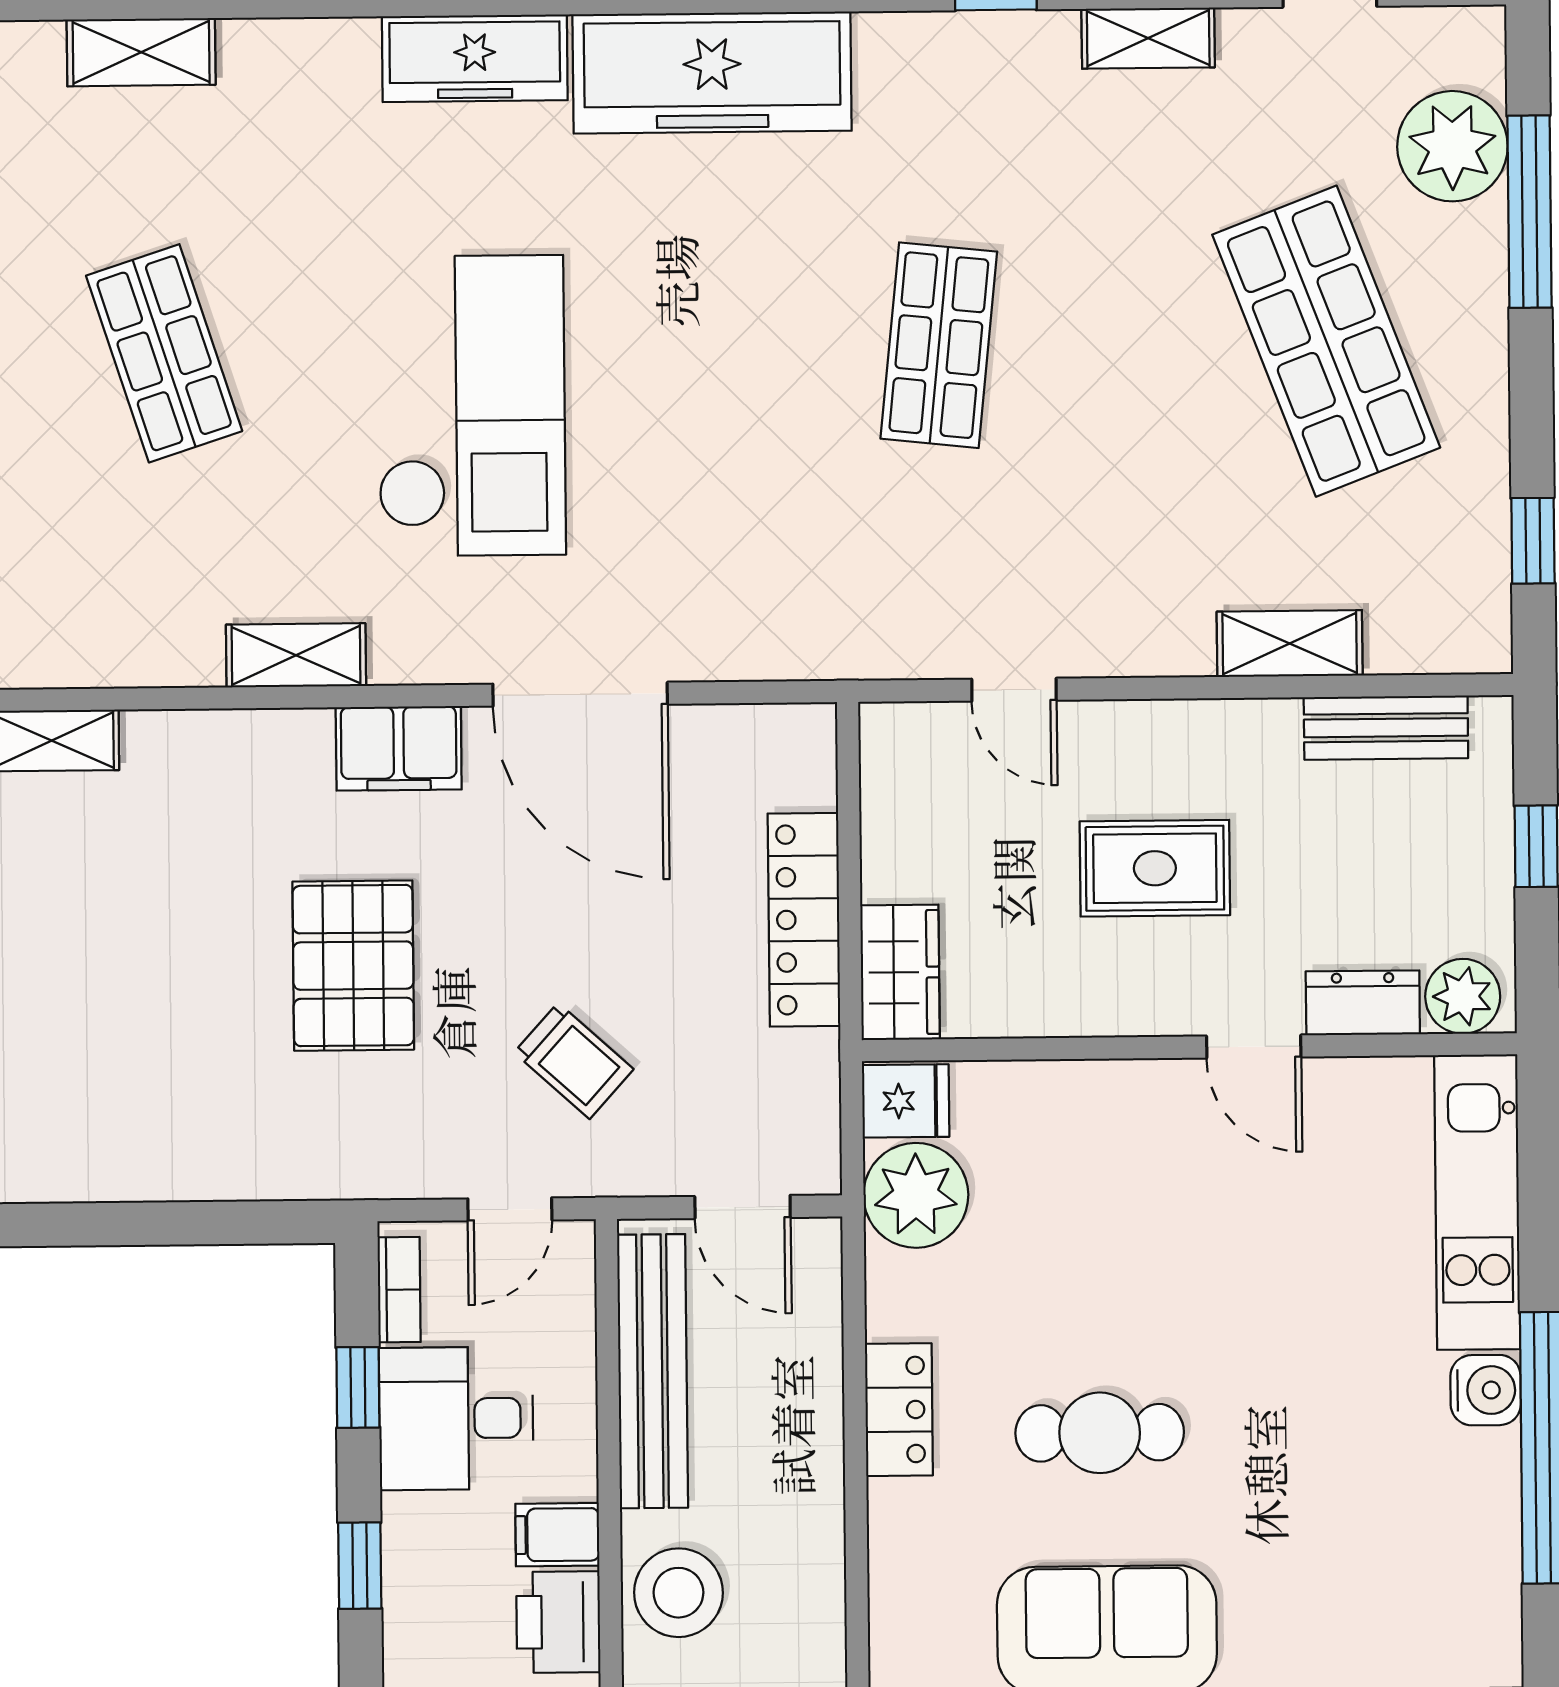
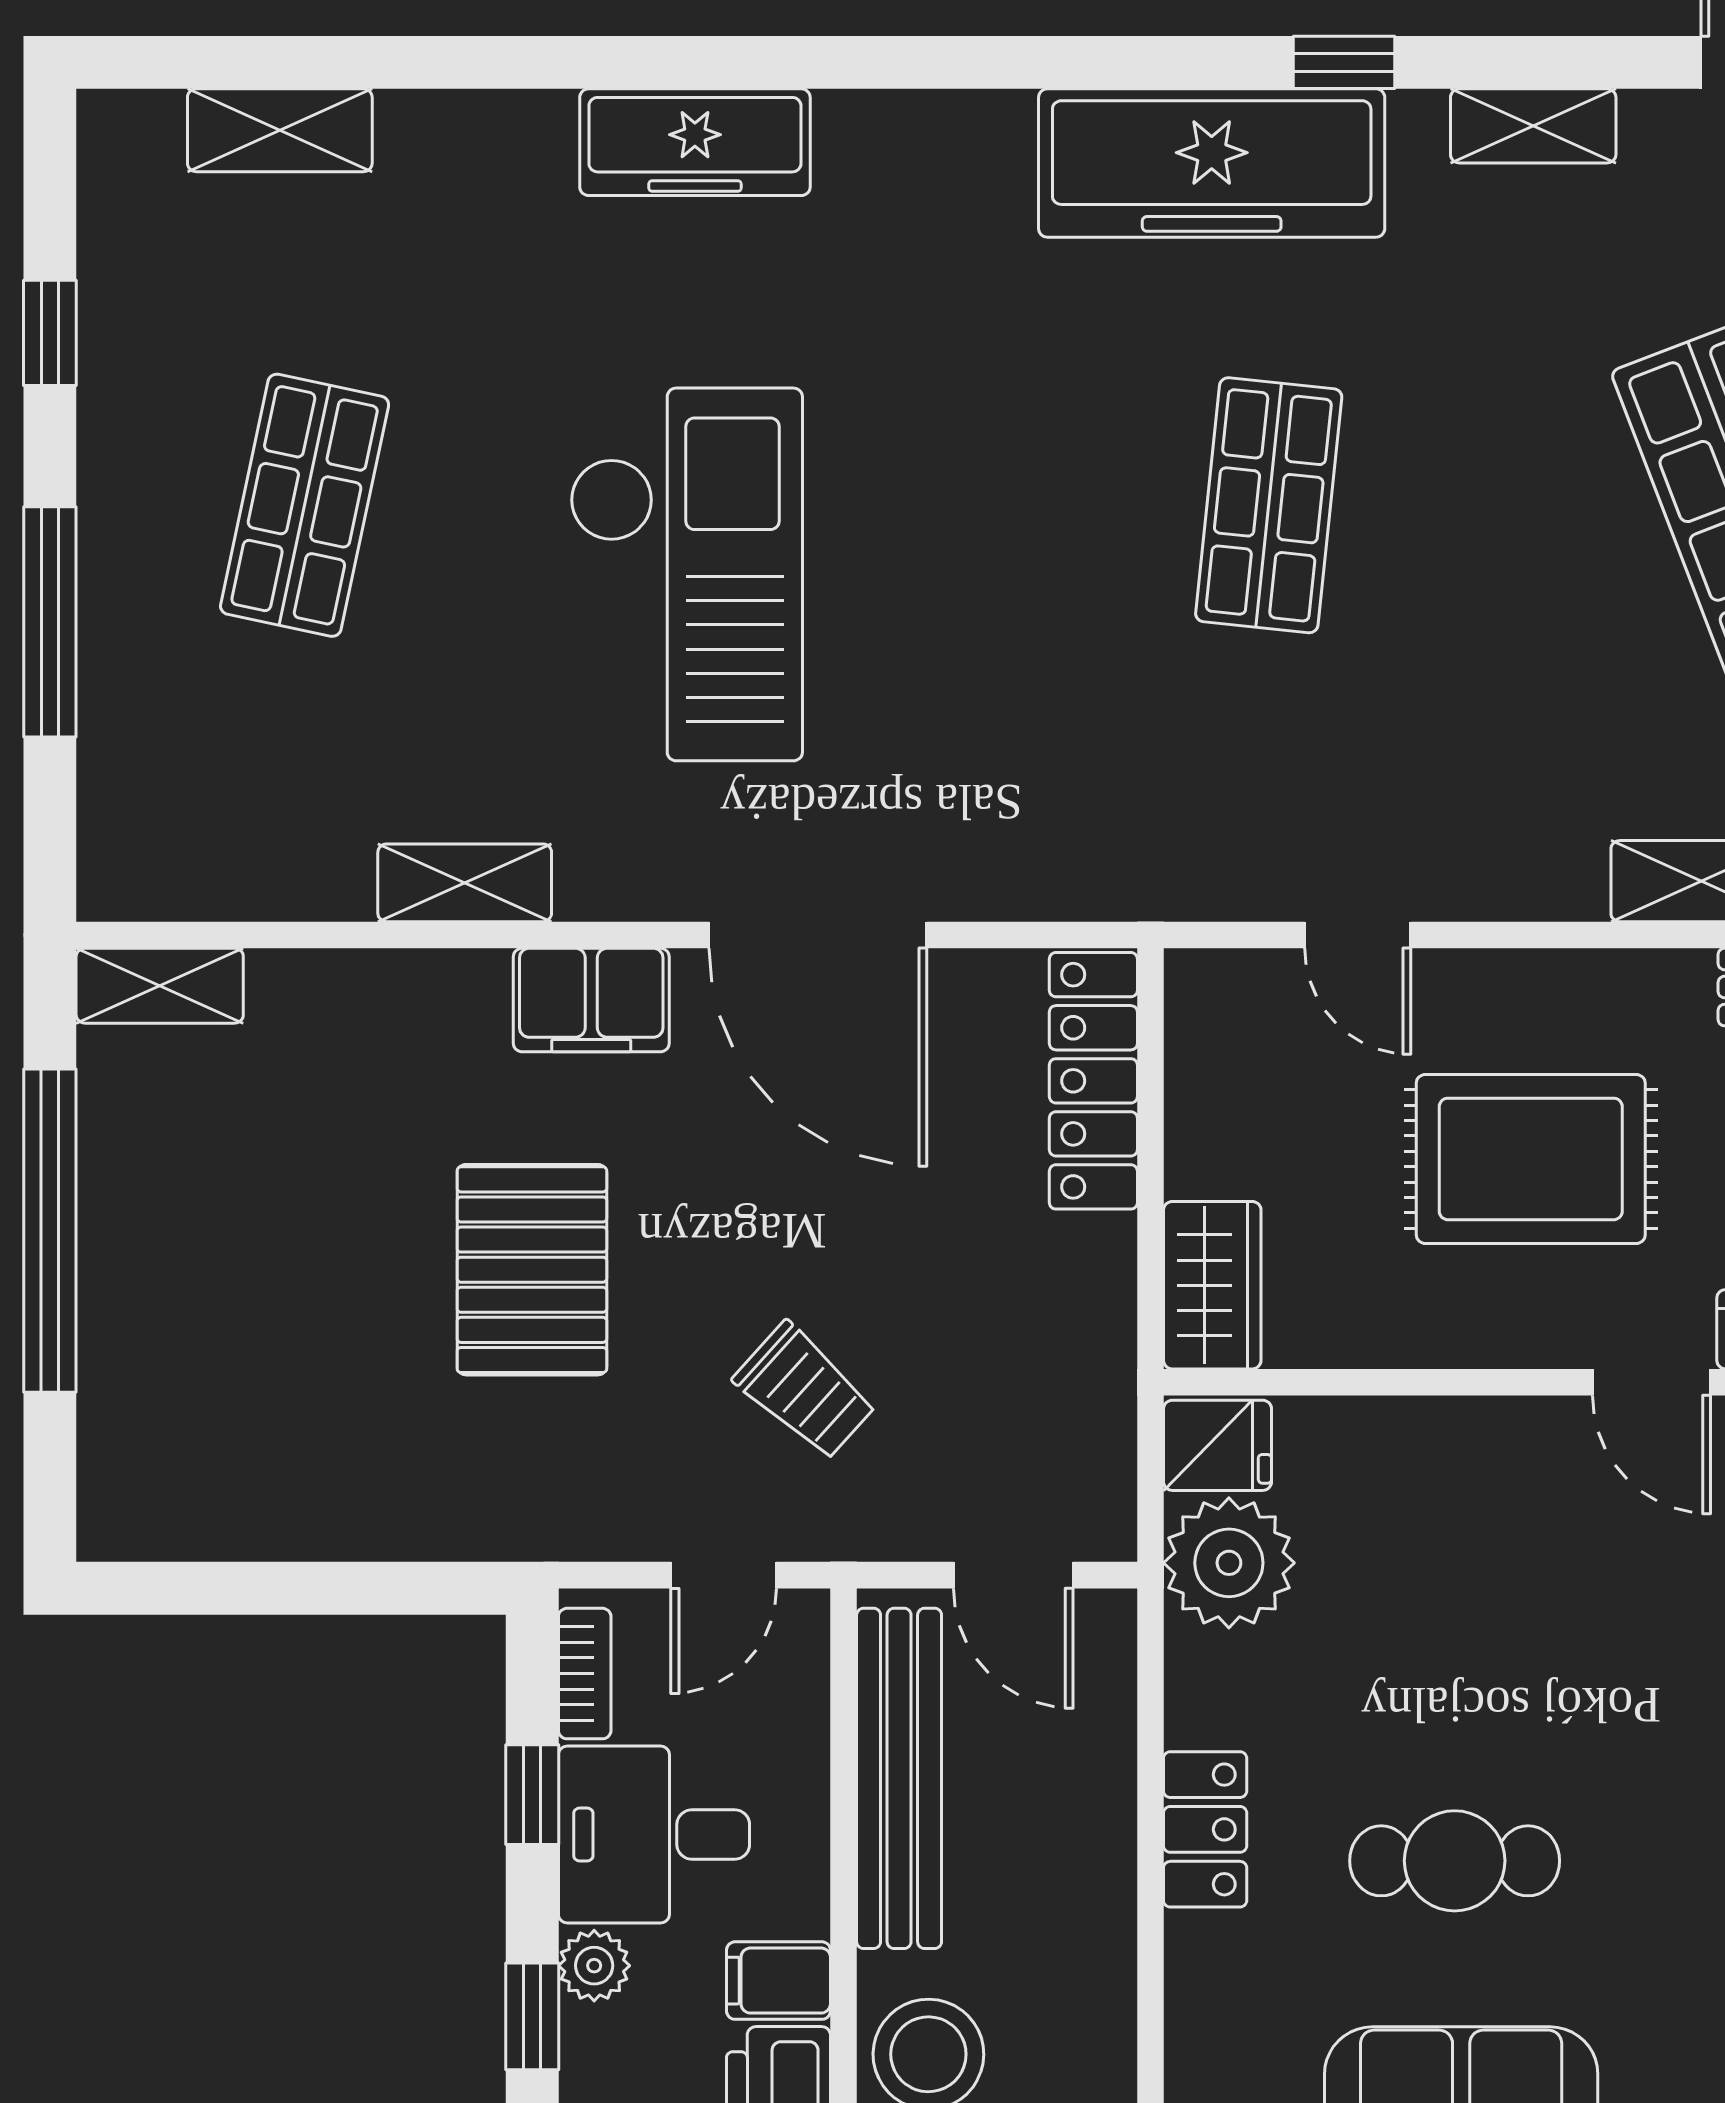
freezer: (712, 73) -> (1212, 163), moved
shop shelf: (164, 353) -> (305, 505), turned 30
rug: (1155, 868) -> (1531, 1159), width x1.36, depth x1.43
locker: (804, 920) -> (1093, 1081), moved
plant: (409, 1524) -> (594, 1966), added

